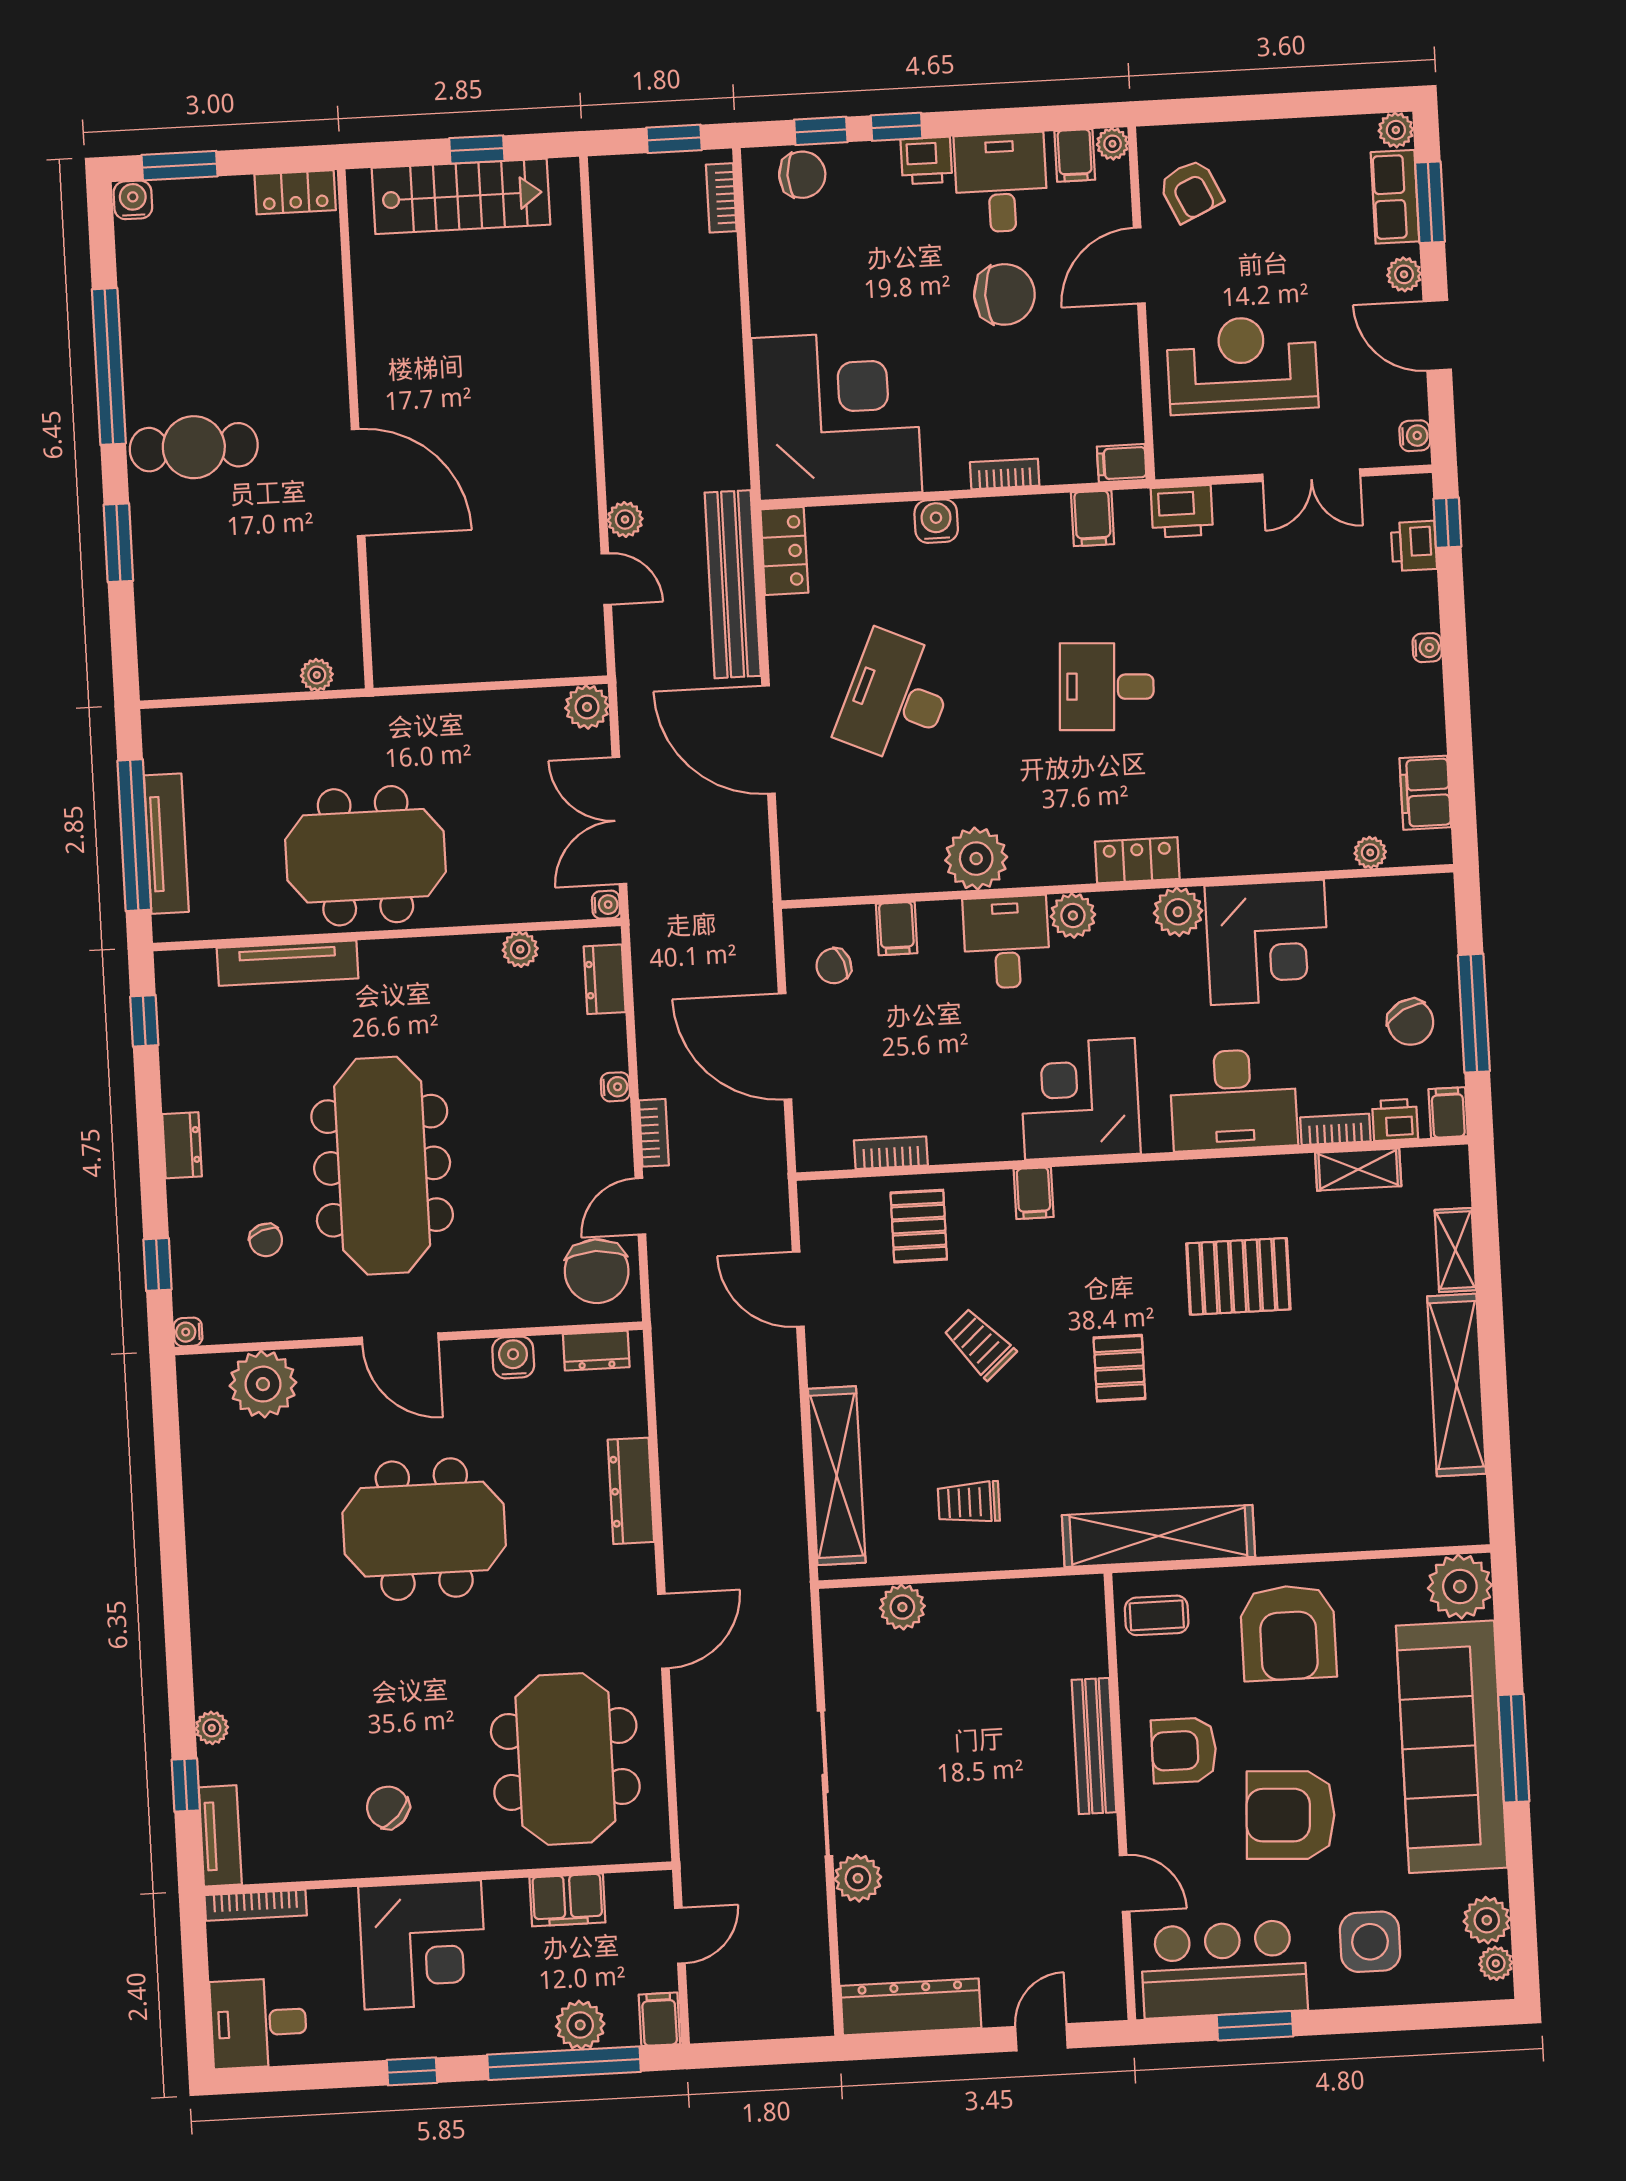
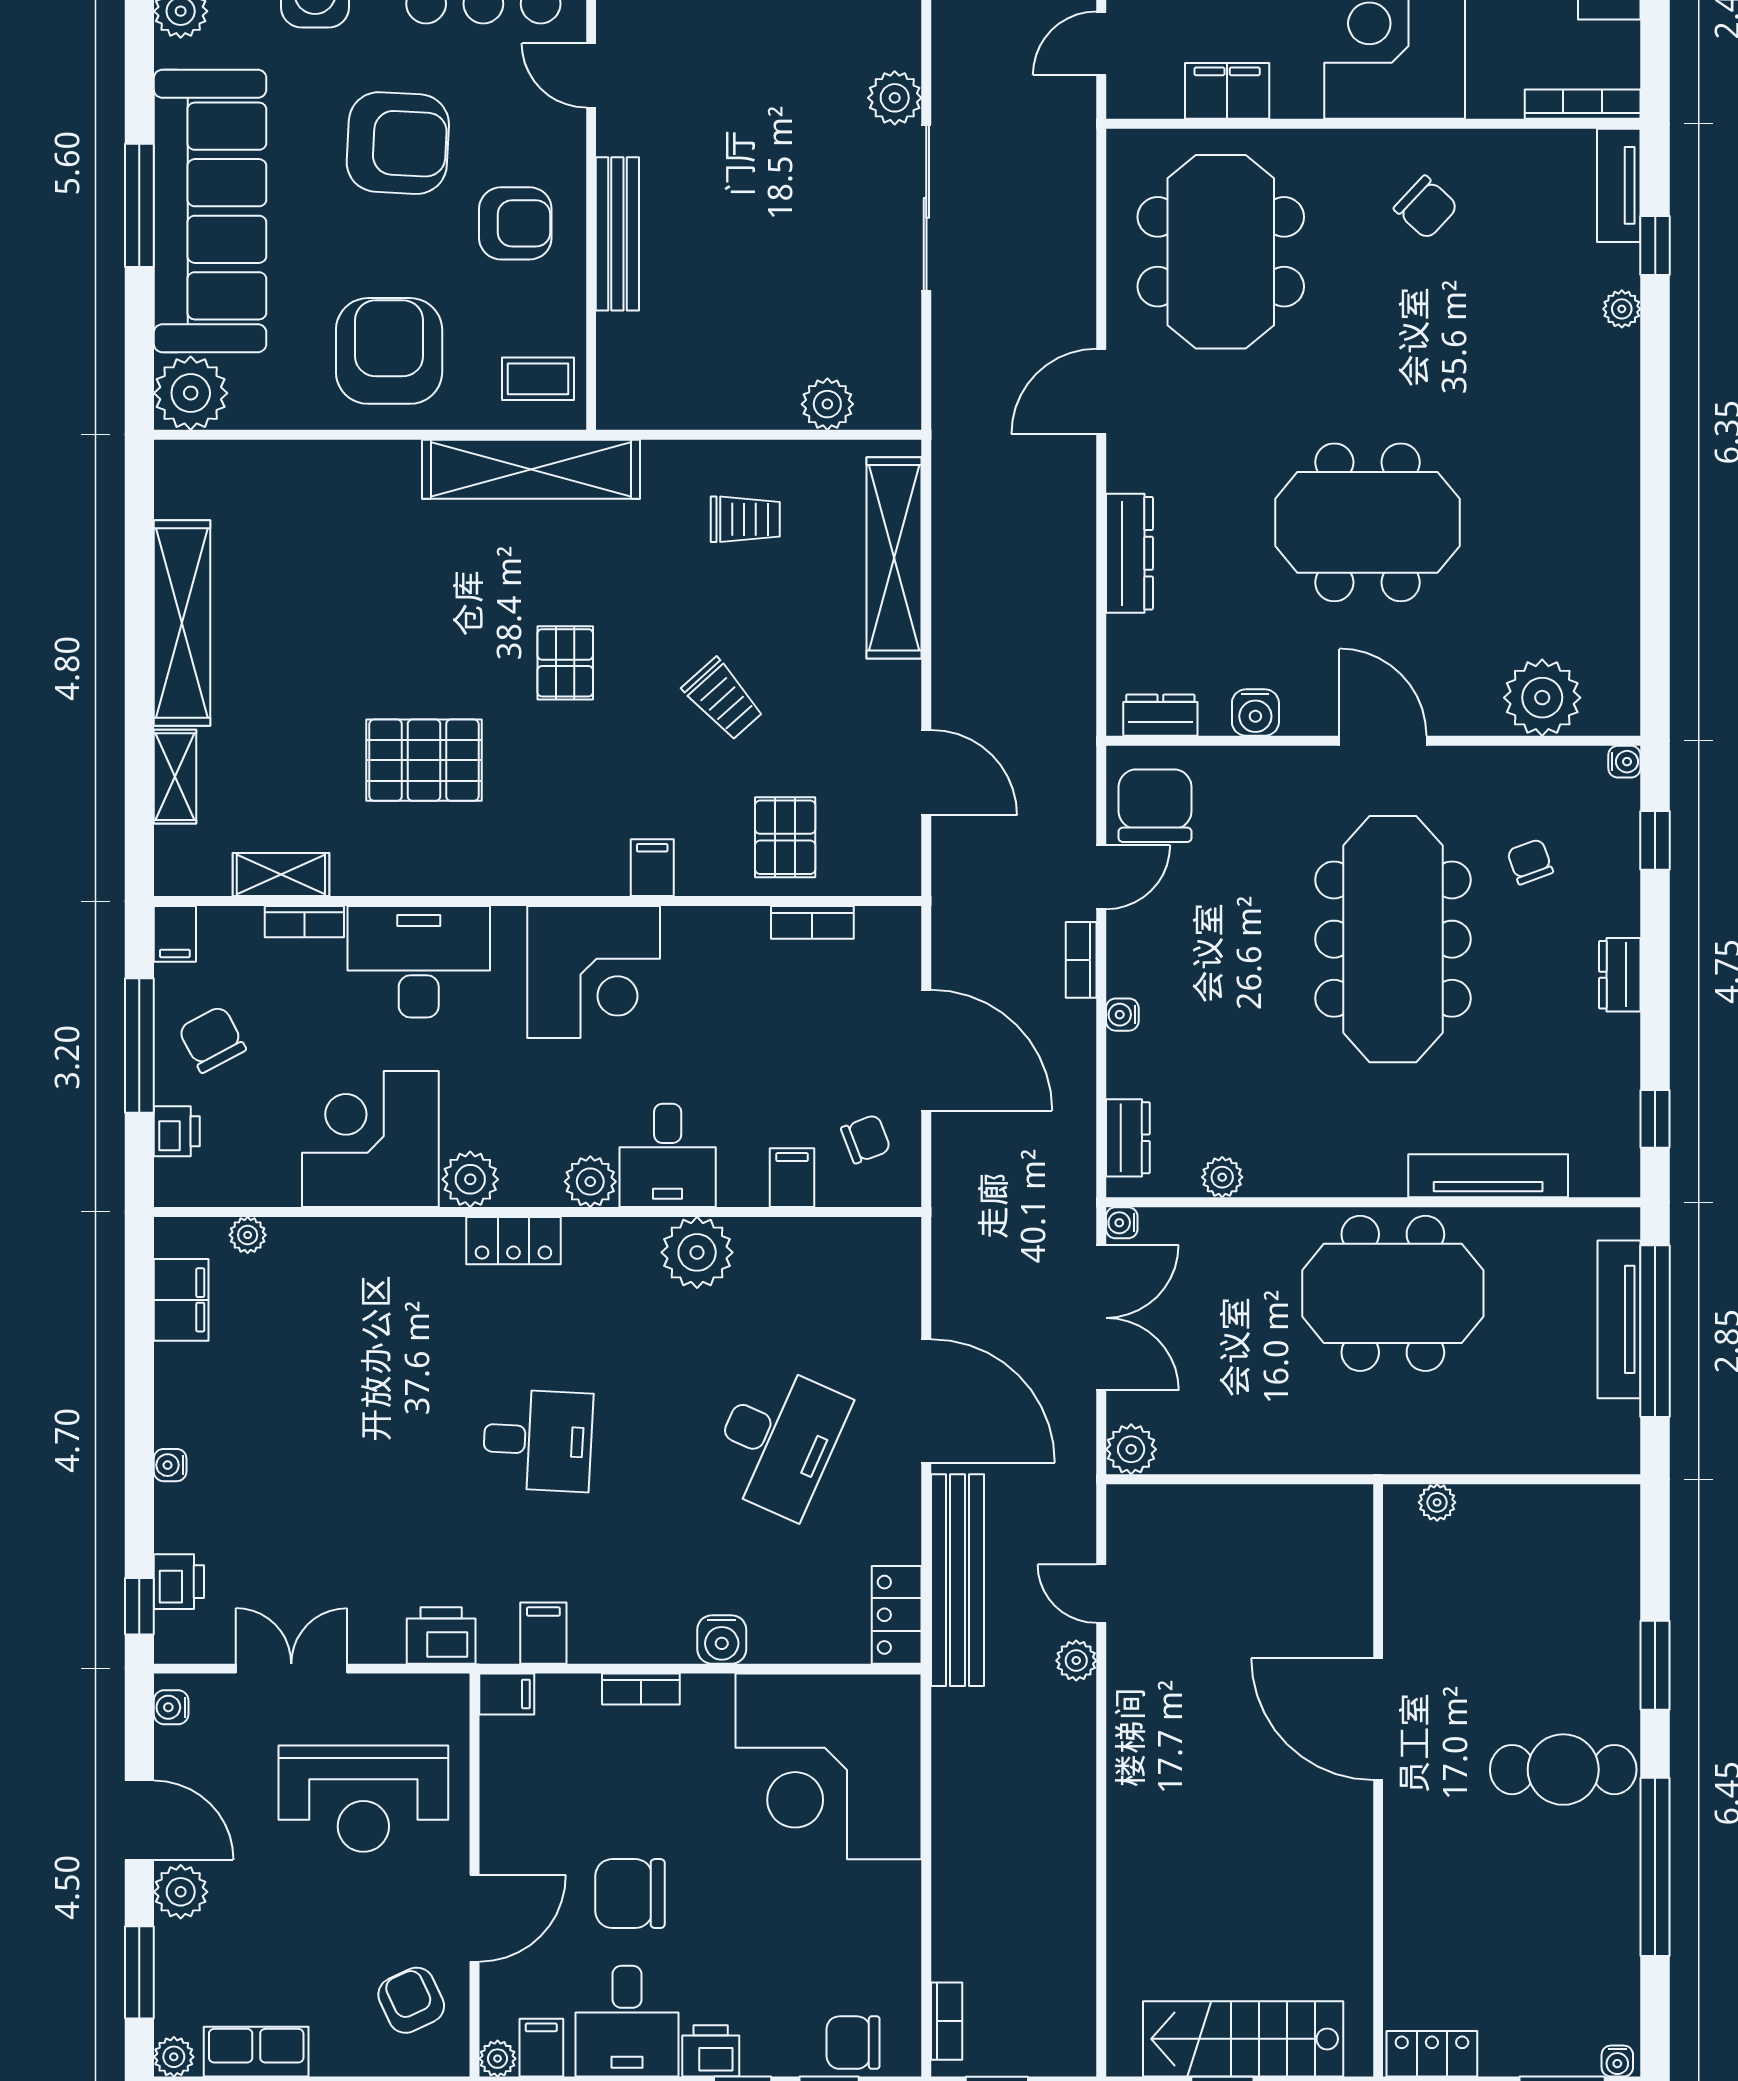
row of seats: (1395, 197) -> (256, 2052), moved, turned -90
water cooler: (133, 200) -> (1617, 2061), width x0.72, depth x0.72
plant: (1404, 274) -> (181, 1892), width x1.38, depth x1.38
printer: (1395, 1120) -> (177, 1131), moved, turned -90

